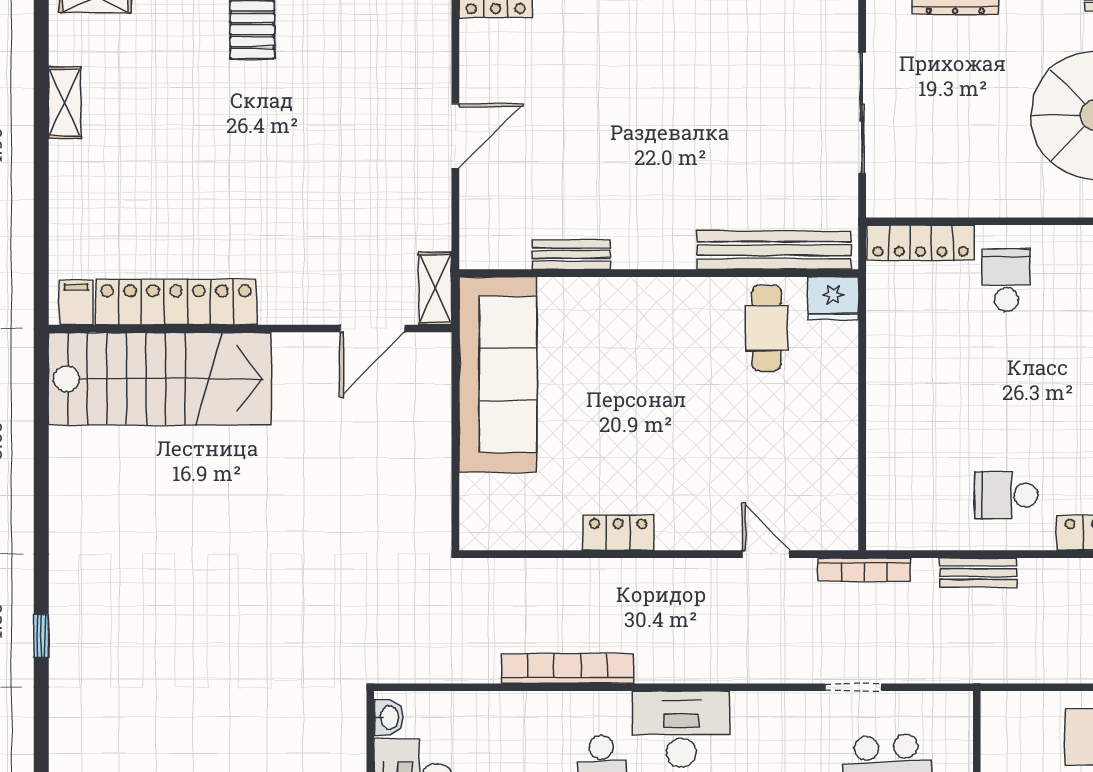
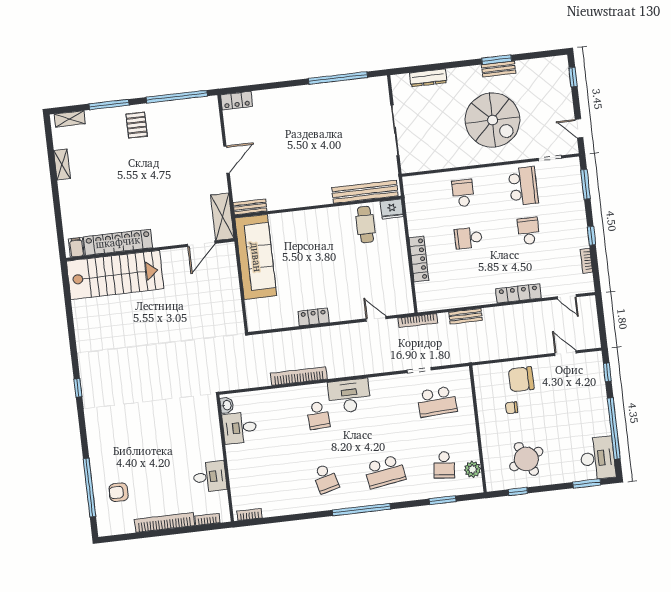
locker: (920, 243) -> (419, 259), moved, turned -90
bench: (571, 254) -> (250, 207), moved
shelving: (435, 288) -> (222, 217), width x1.50, depth x1.33
school desk: (1006, 495) -> (468, 238), moved

